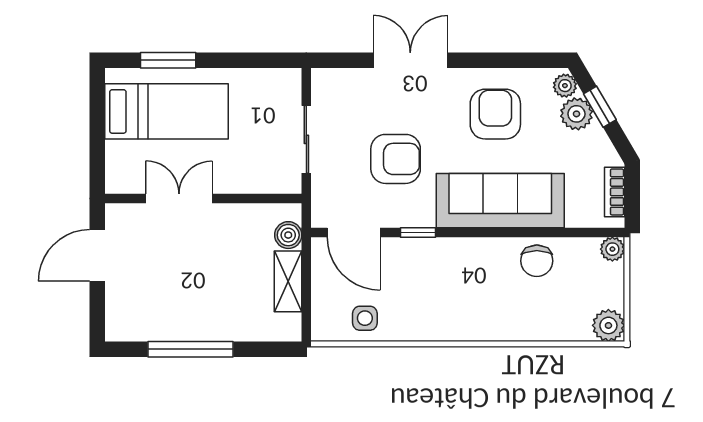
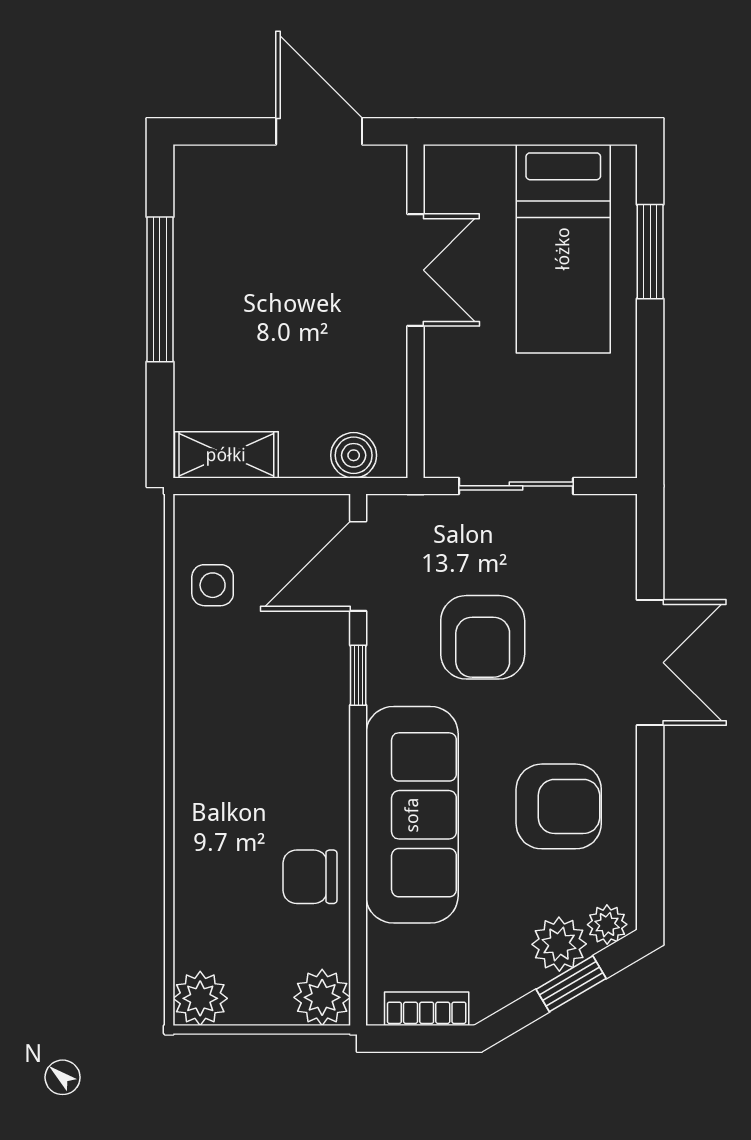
plant: (612, 249) -> (322, 997), width x1.38, depth x1.38
shelving: (288, 281) -> (226, 455), moved

